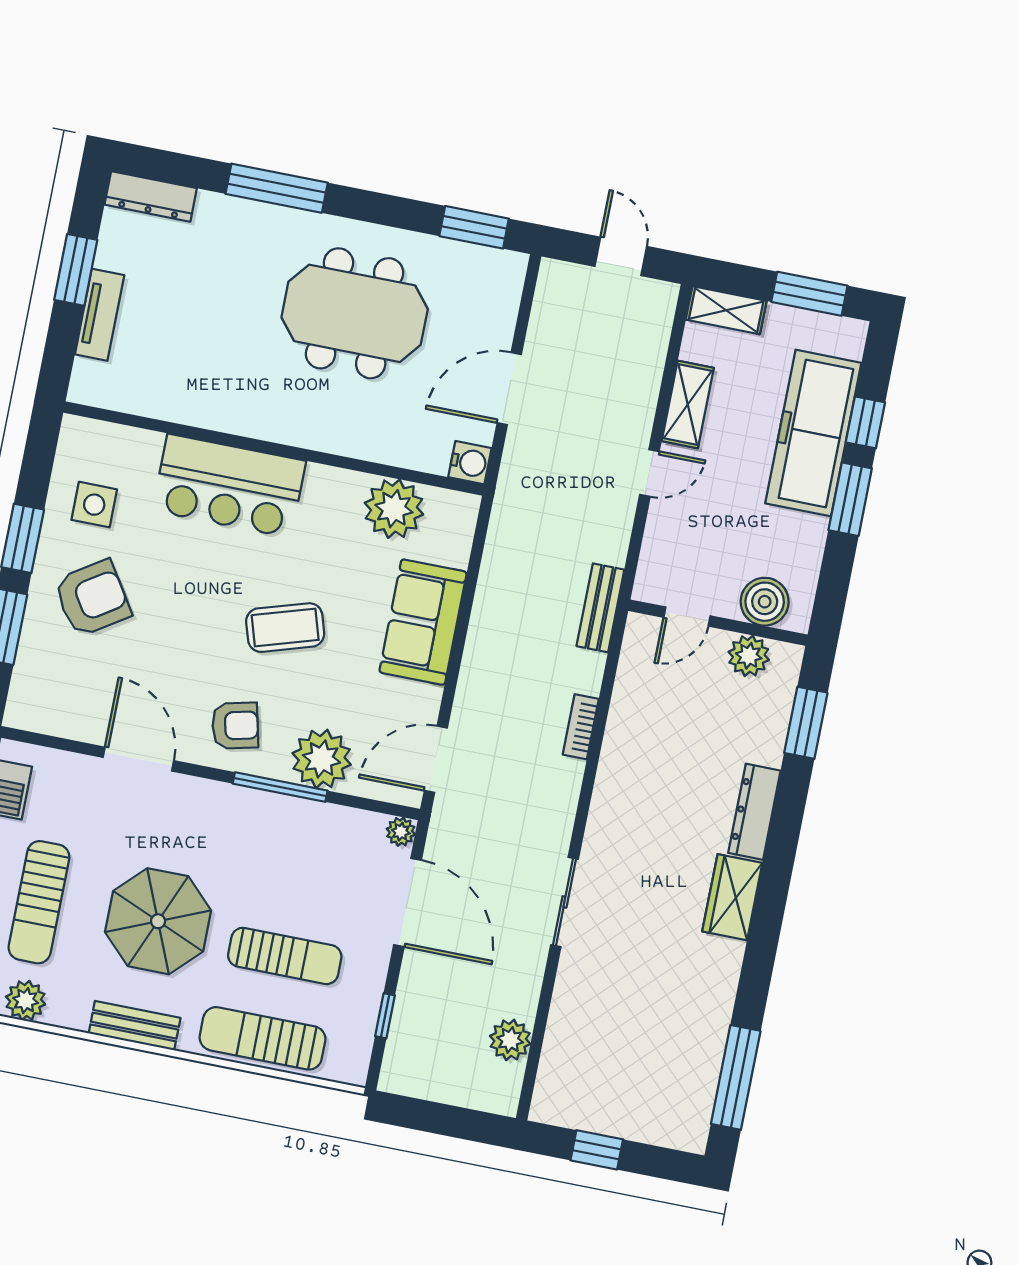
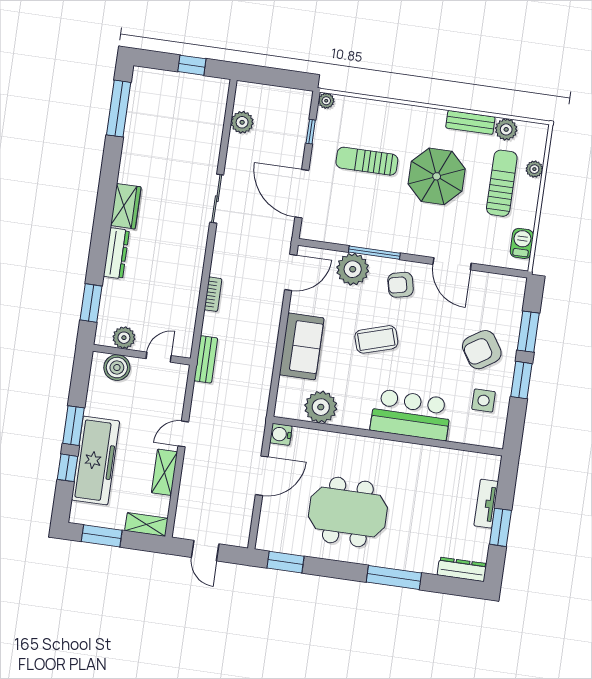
plant: (401, 832) -> (326, 101), moved
bench: (135, 1026) -> (470, 122), moved
sun lounger: (262, 1038) -> (377, 116), removed

